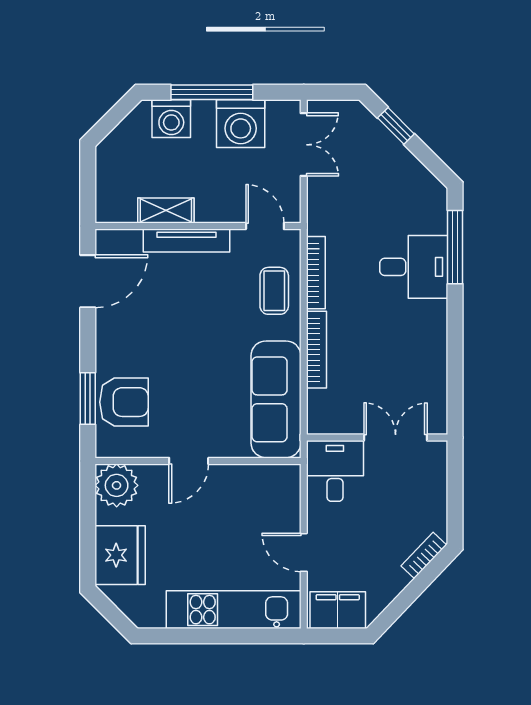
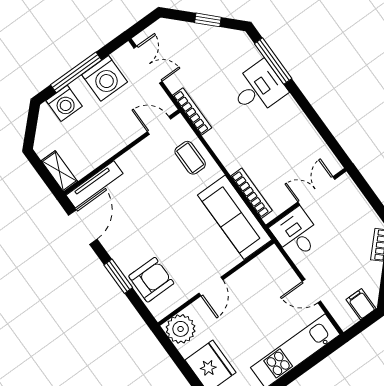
window: (396, 126) -> (208, 20), moved
shelving: (166, 210) -> (59, 171), moved, turned 90
tv unit: (187, 241) -> (94, 184), moved
bookcase: (316, 273) -> (192, 112), moved
bookcase: (317, 350) -> (252, 193), moved
window: (88, 399) -> (118, 276), moved
filing cabinet: (338, 610) -> (361, 304), width x0.50

